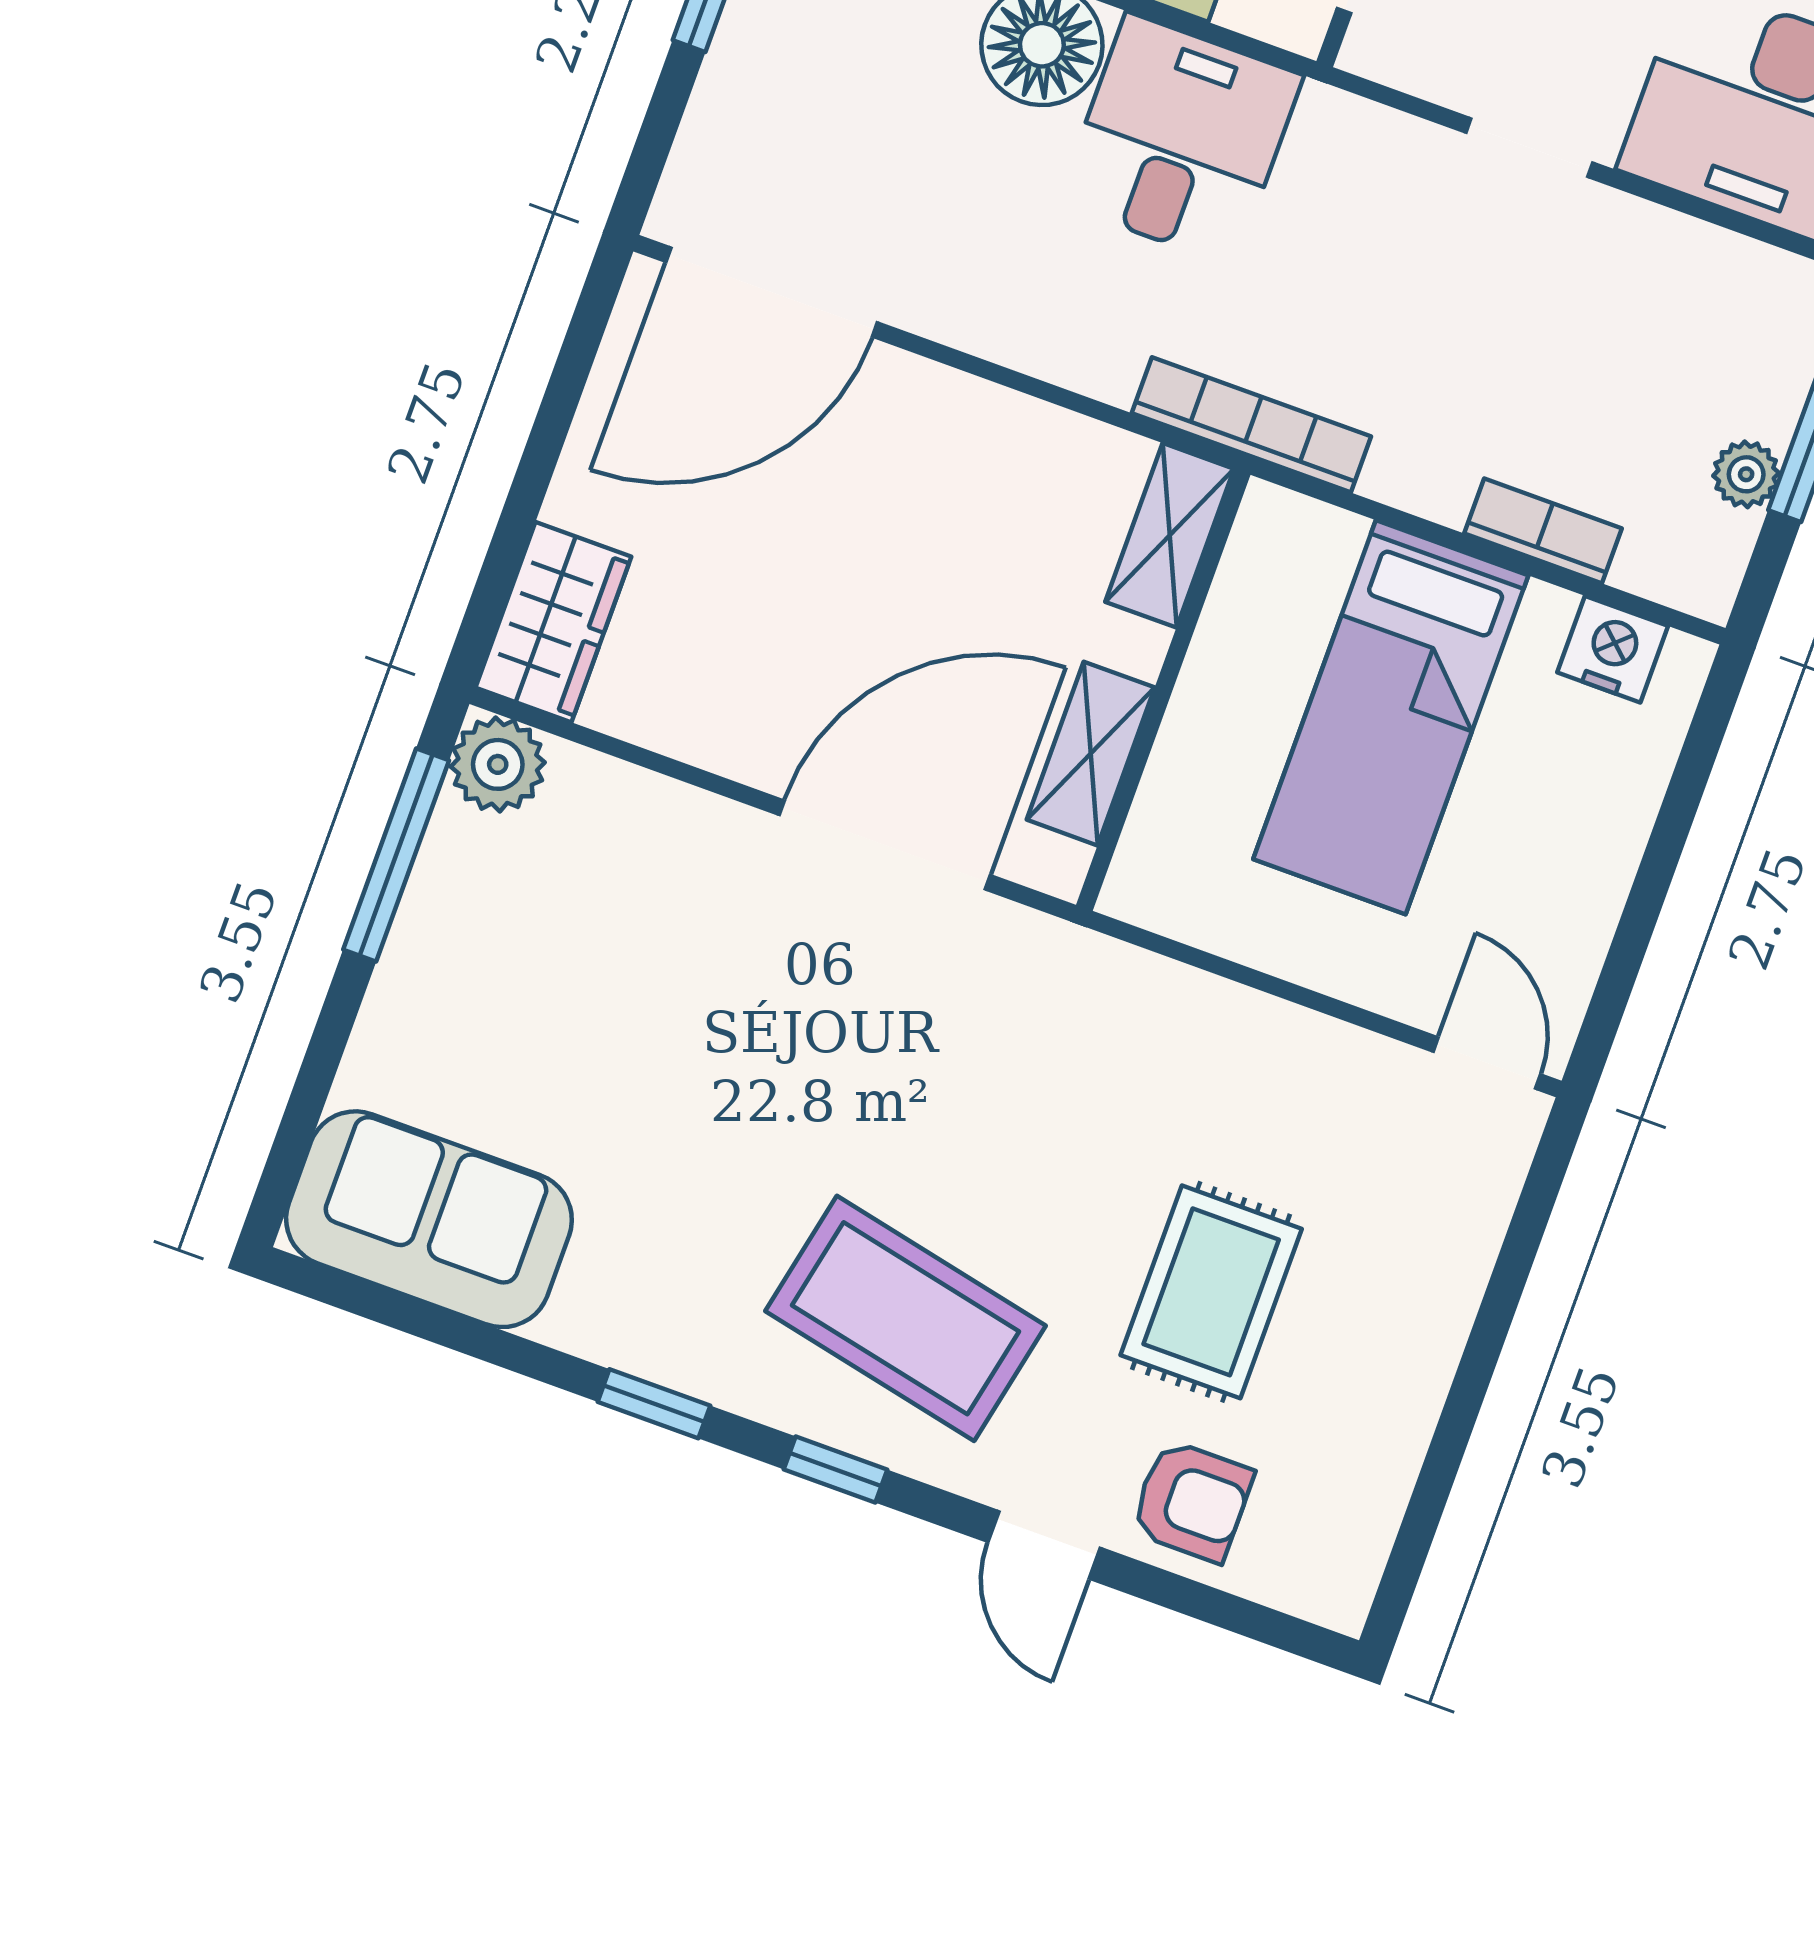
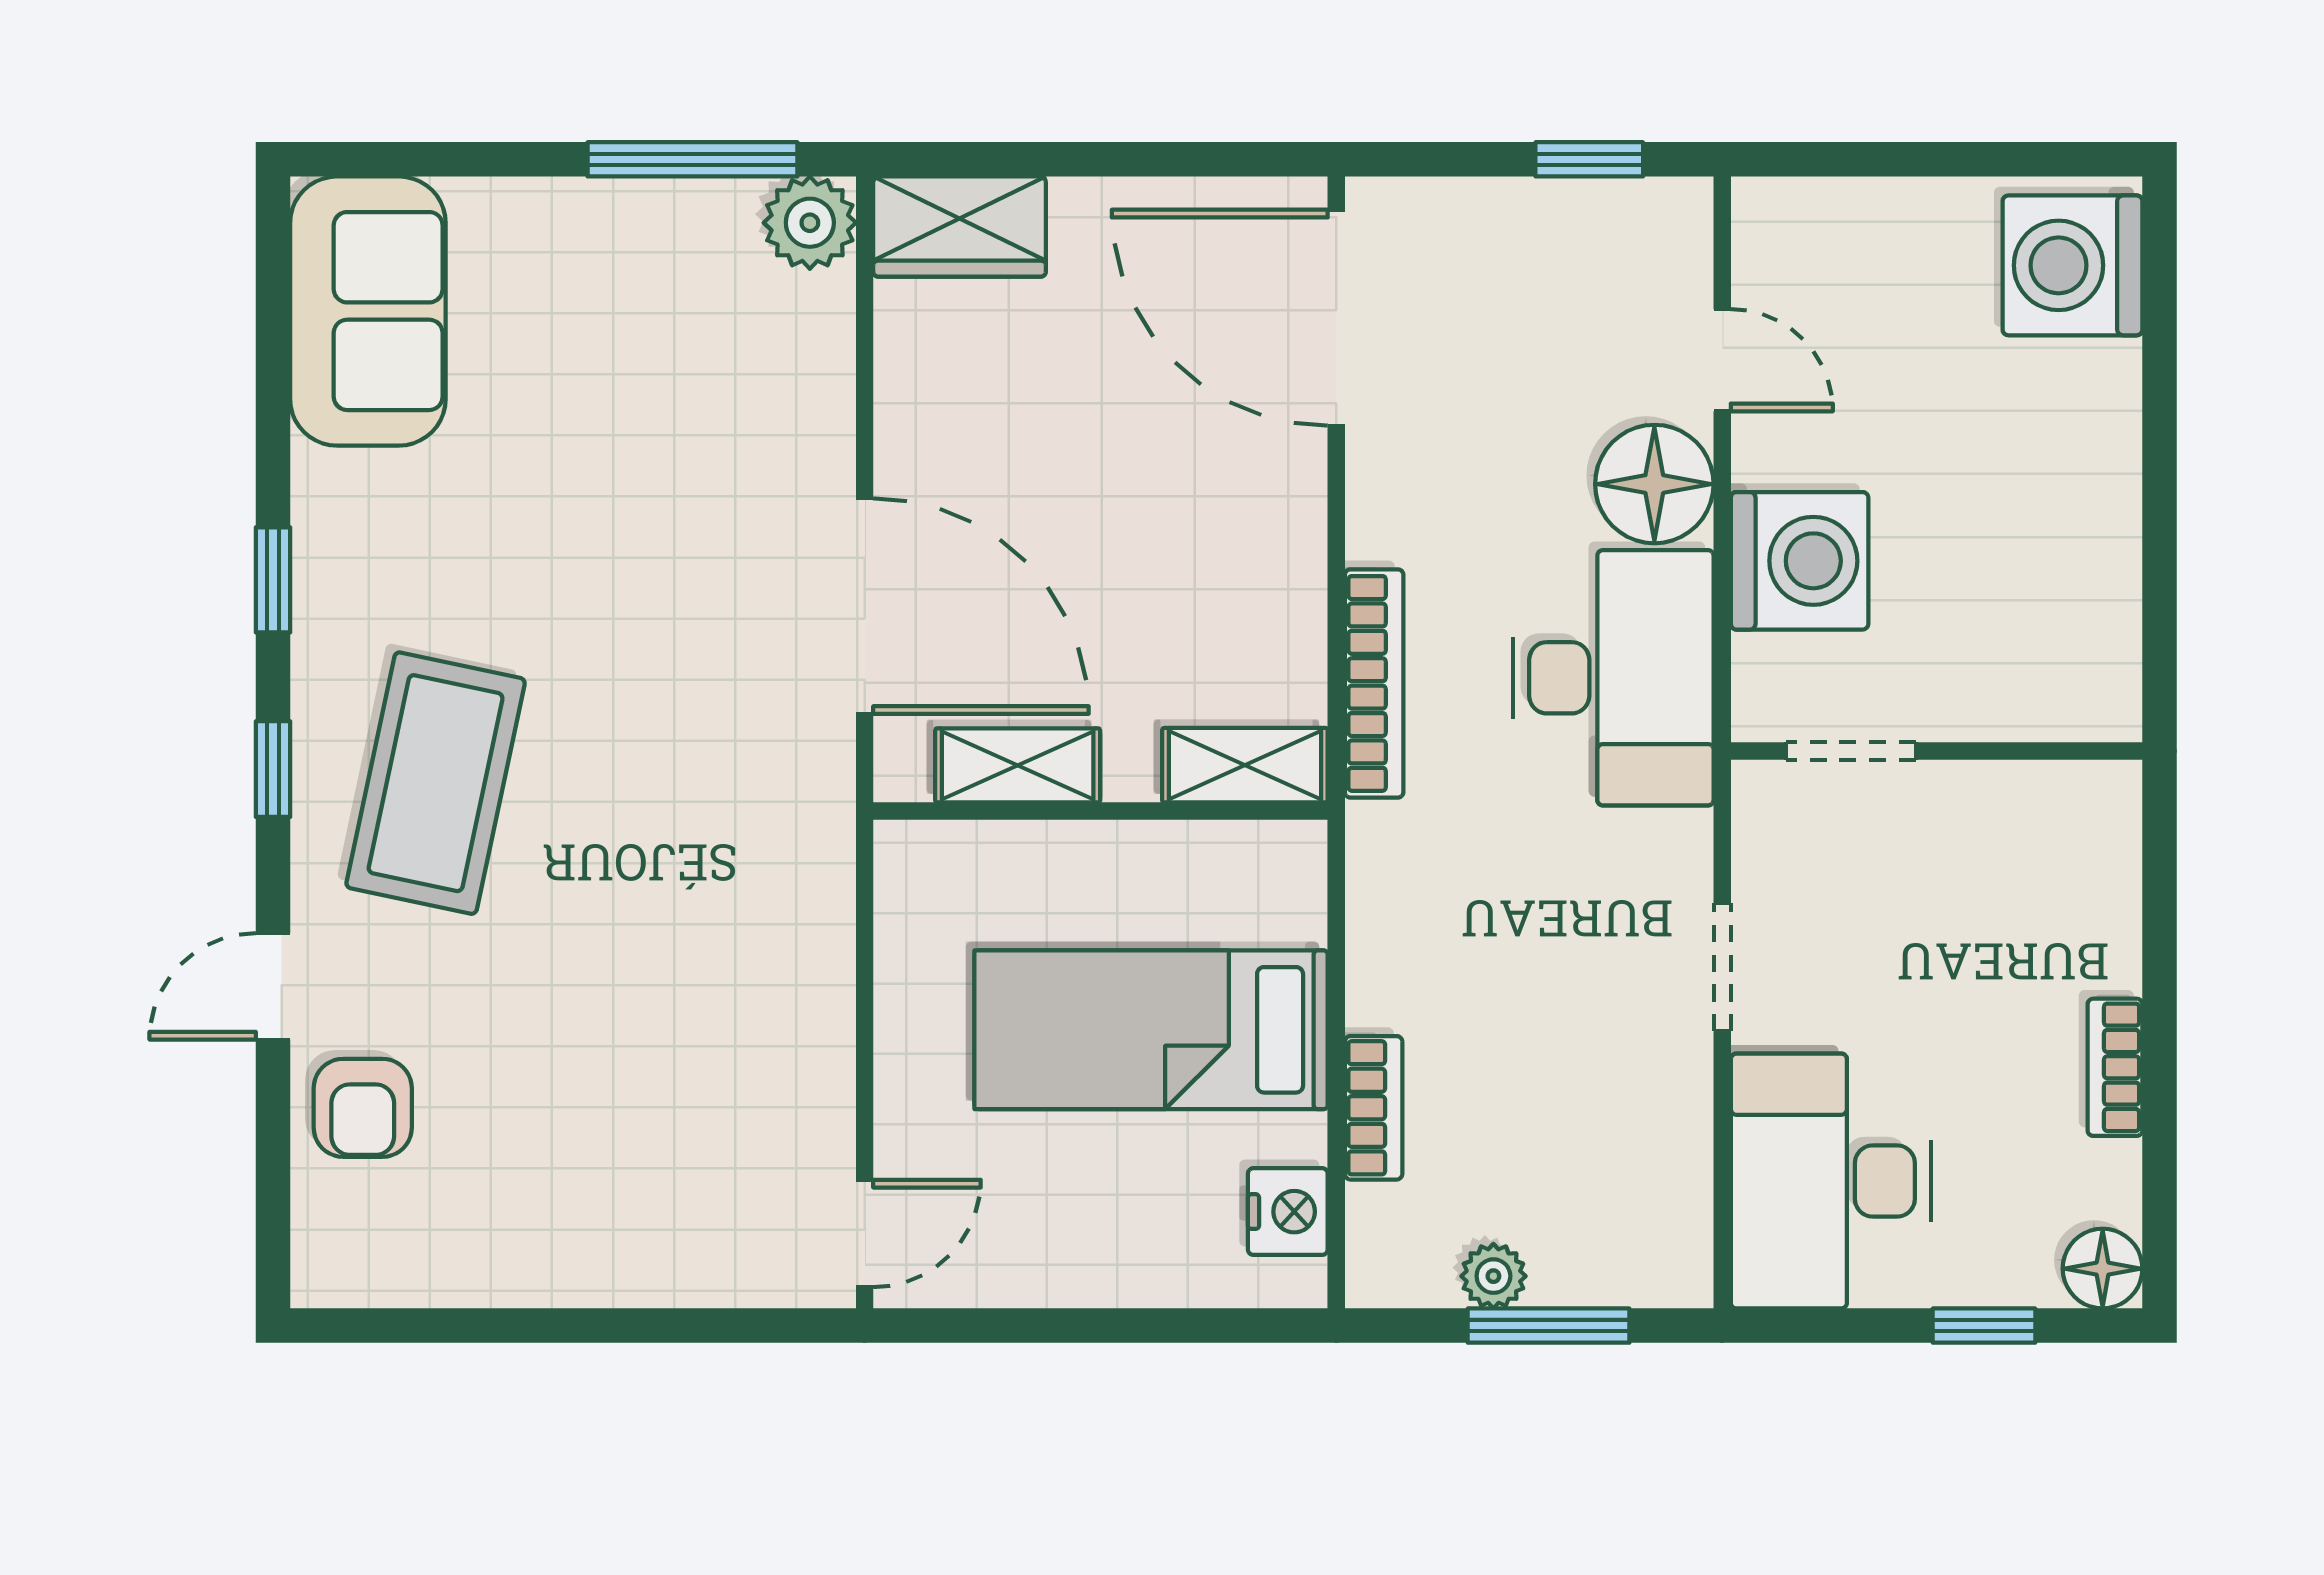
desk: (1180, 139) -> (1613, 678), width x1.37
bookcase: (1251, 425) -> (1374, 683), moved
rug: (1211, 1292) -> (562, 1056), removed

